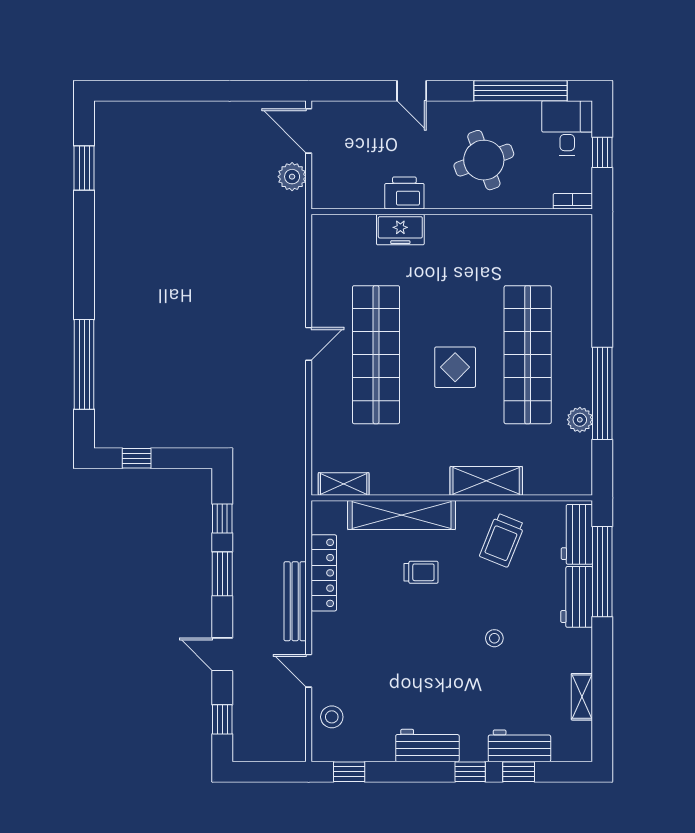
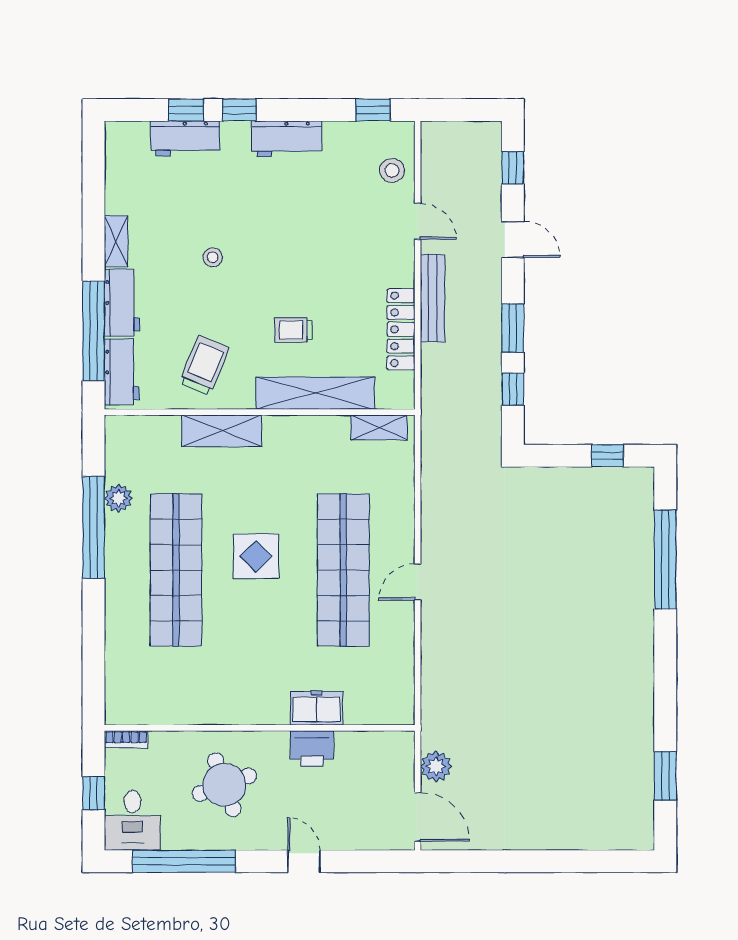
shelving: (582, 697) -> (116, 241), moved

